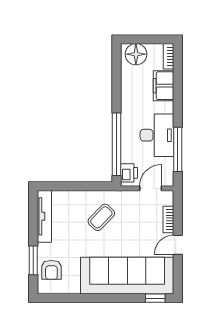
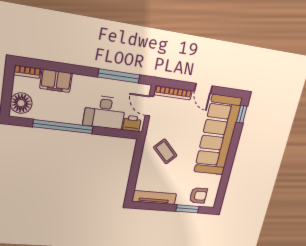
desk: (157, 135) -> (105, 112), moved, turned 180
window: (116, 144) -> (63, 127), moved
bookcase: (168, 219) -> (173, 93), width x1.56

